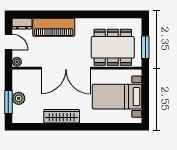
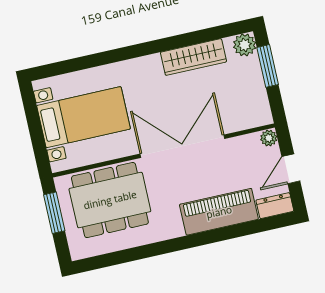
door: (8, 42) -> (291, 169), hinge flipped
plant: (19, 98) -> (245, 45), moved
wardrobe: (62, 116) -> (193, 57), moved

